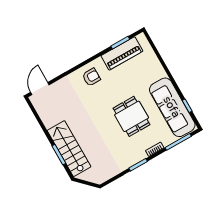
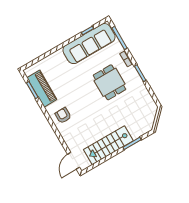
door: (40, 88) -> (74, 161), hinge flipped
dining table: (132, 116) -> (110, 82), moved, turned 90
stairs: (69, 149) -> (108, 145), moved

